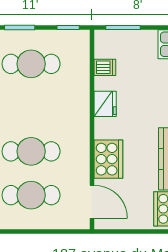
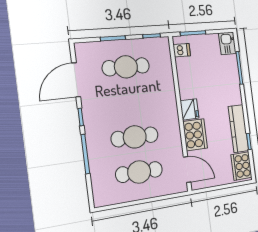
dishwasher: (105, 67) -> (182, 50), moved
fridge: (105, 104) -> (189, 109), moved

